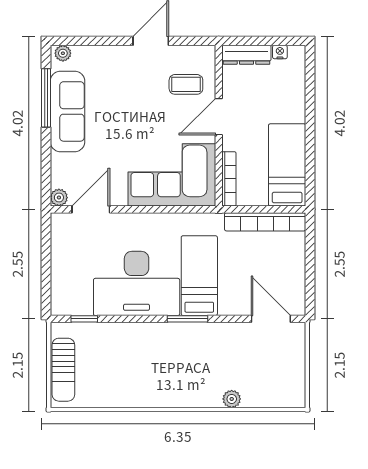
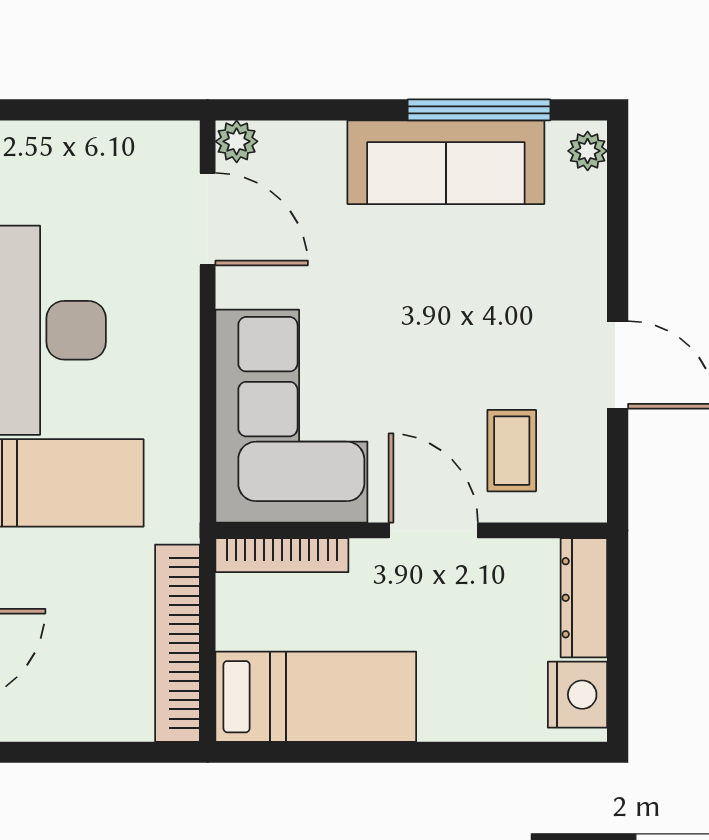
nightstand: (280, 52) -> (577, 695), width x1.89, depth x1.79

